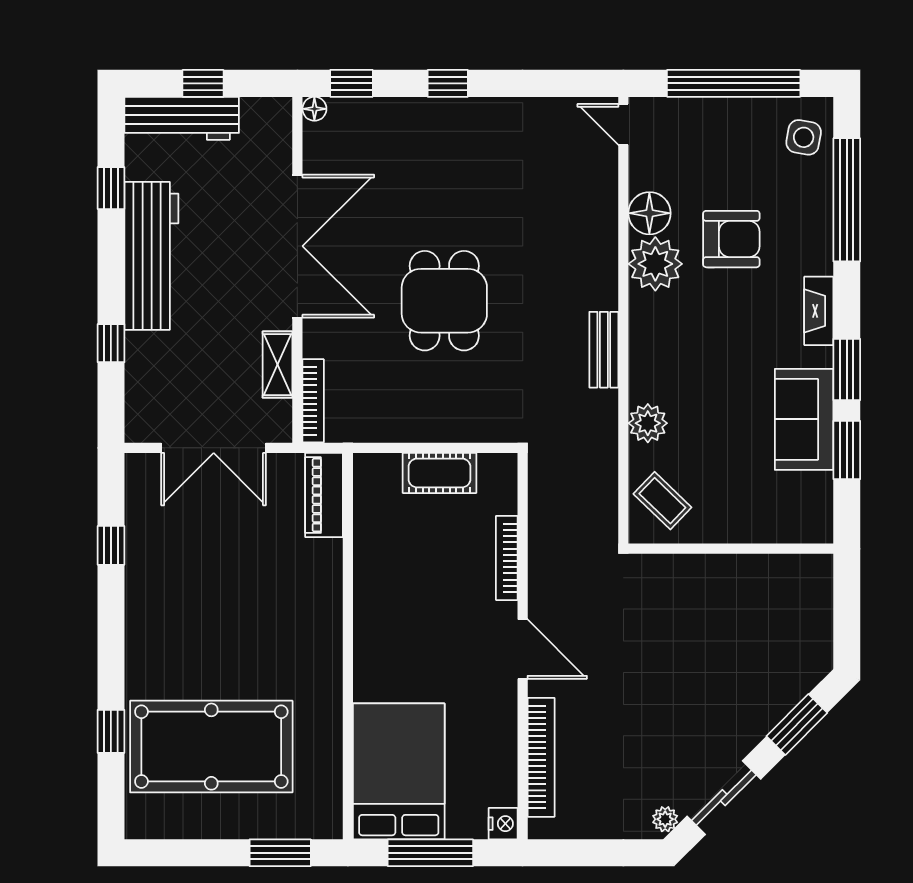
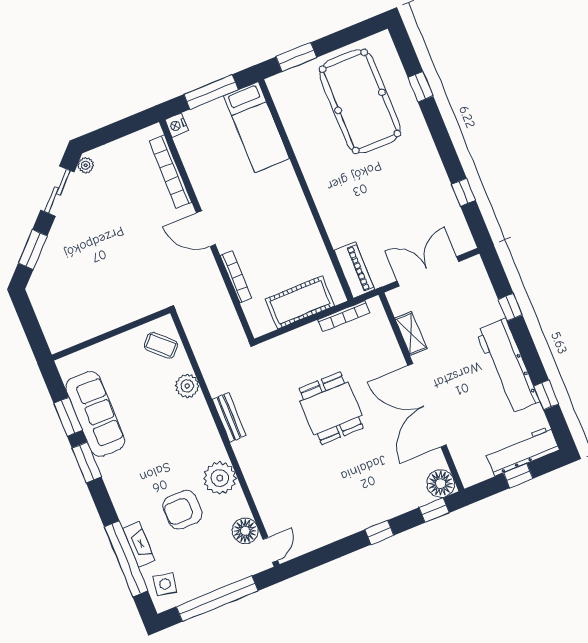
floor lamp: (314, 109) -> (441, 484), width x1.89, depth x1.89
door: (623, 124) -> (270, 550), hinge flipped
floor lamp: (649, 213) -> (245, 531), moved
fireplace: (819, 311) -> (139, 545), moved
bookcase: (313, 401) -> (344, 316), moved, turned -90
sofa: (804, 419) -> (95, 414), width x1.36
cot: (439, 473) -> (300, 302), width x1.37, depth x1.34
pool table: (211, 747) -> (360, 101), turned 90
bed: (399, 771) -> (257, 127), width x0.67

